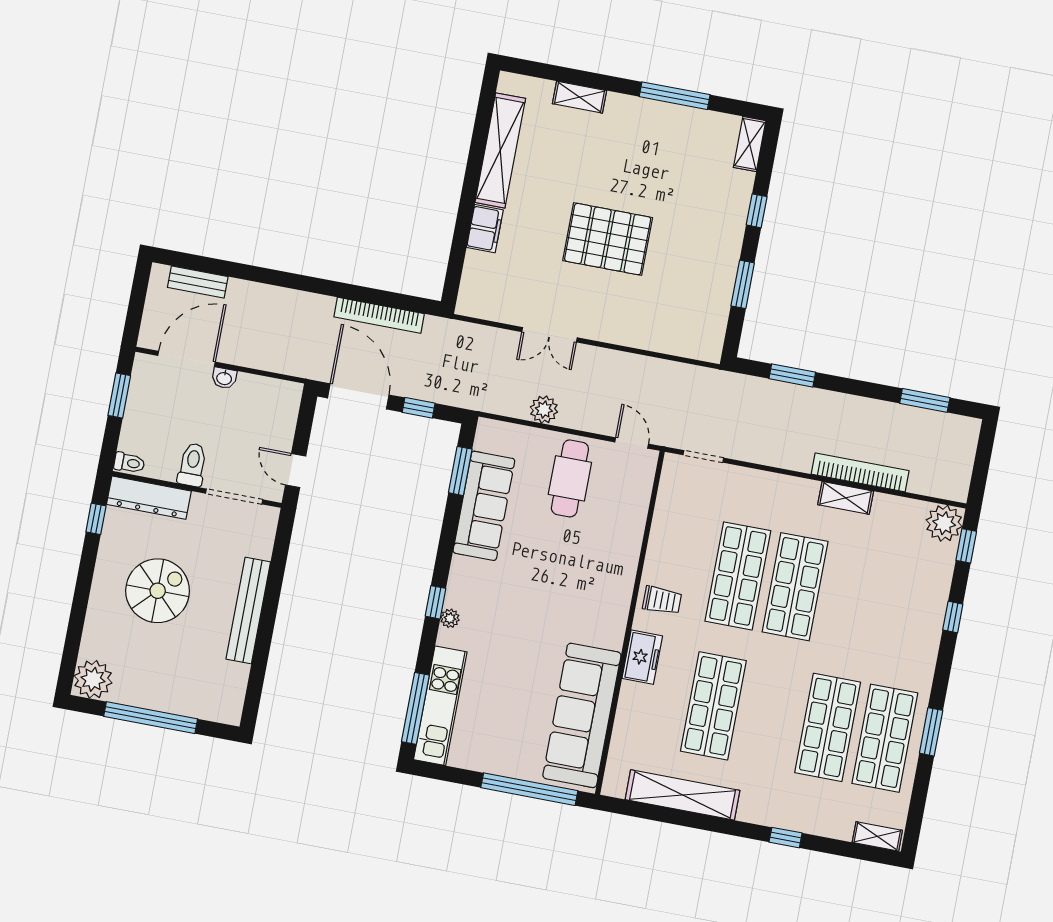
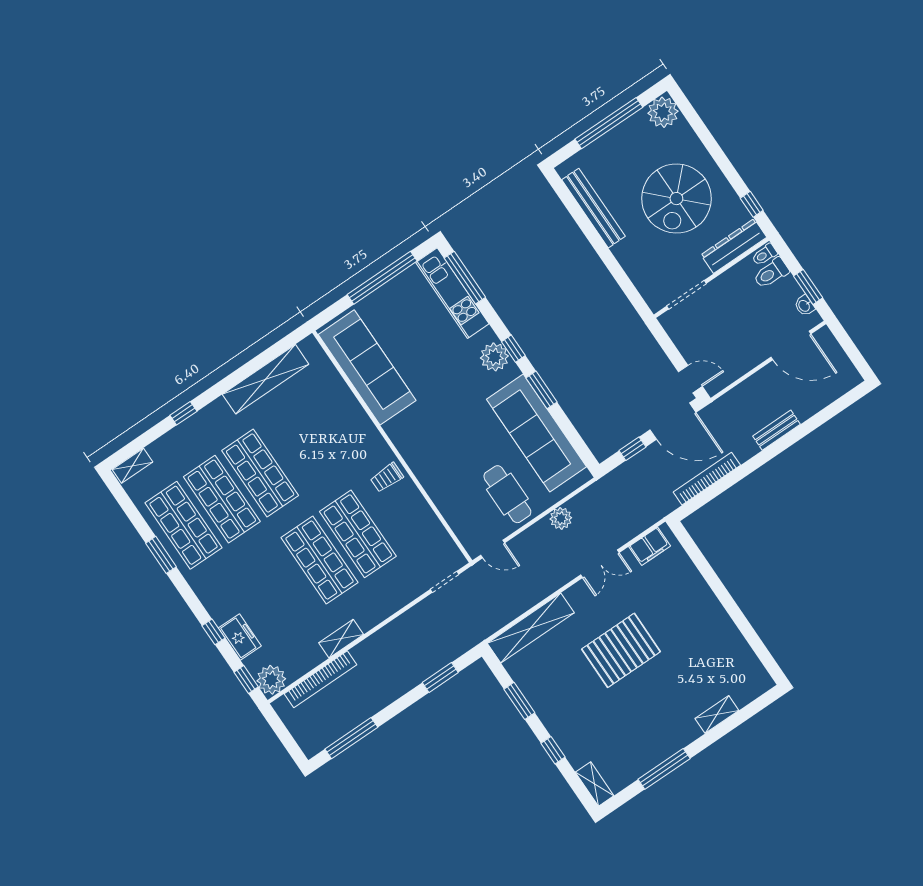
shelving: (500, 150) -> (531, 628), moved, turned 90
filing cabinet: (485, 229) -> (650, 546), moved, turned -90
bench: (198, 282) -> (777, 430), moved
double door: (550, 335) -> (600, 564), swing flipped
door: (187, 359) -> (791, 346), hinge flipped
washbasin: (224, 378) -> (804, 306), moved, turned -90
window: (925, 400) -> (351, 738), width x1.44
toilet: (192, 465) -> (771, 273), moved, turned 90
door: (296, 471) -> (690, 379), moved
window: (460, 471) -> (542, 390), moved
bookcase: (860, 472) -> (321, 679), moved
sofa: (484, 506) -> (537, 433), width x1.36, depth x1.27
spiral stairs: (158, 591) -> (676, 199), width x1.37, depth x1.37
bench: (248, 610) -> (593, 208), moved
plant: (450, 618) -> (494, 357), width x1.87, depth x1.87
freezer: (642, 657) -> (240, 637), moved, turned 180
shop shelf: (713, 706) -> (260, 473), moved
window: (529, 789) -> (382, 278), moved

